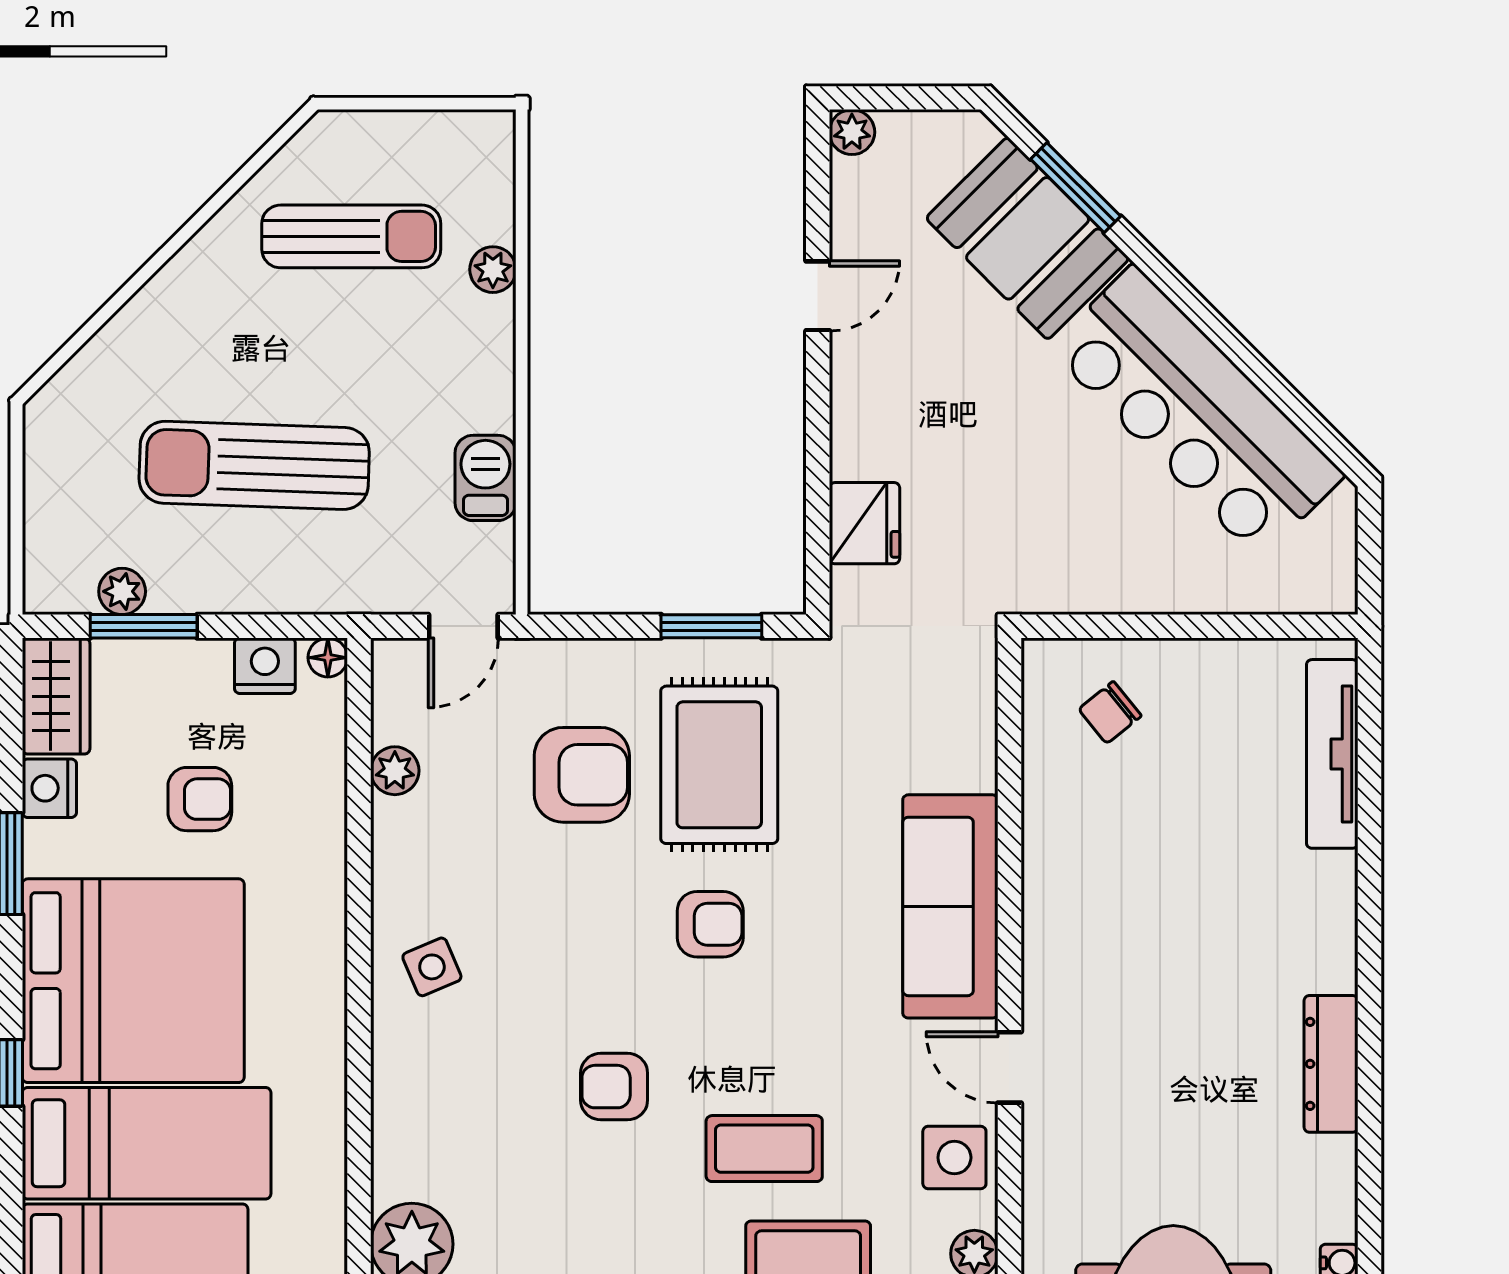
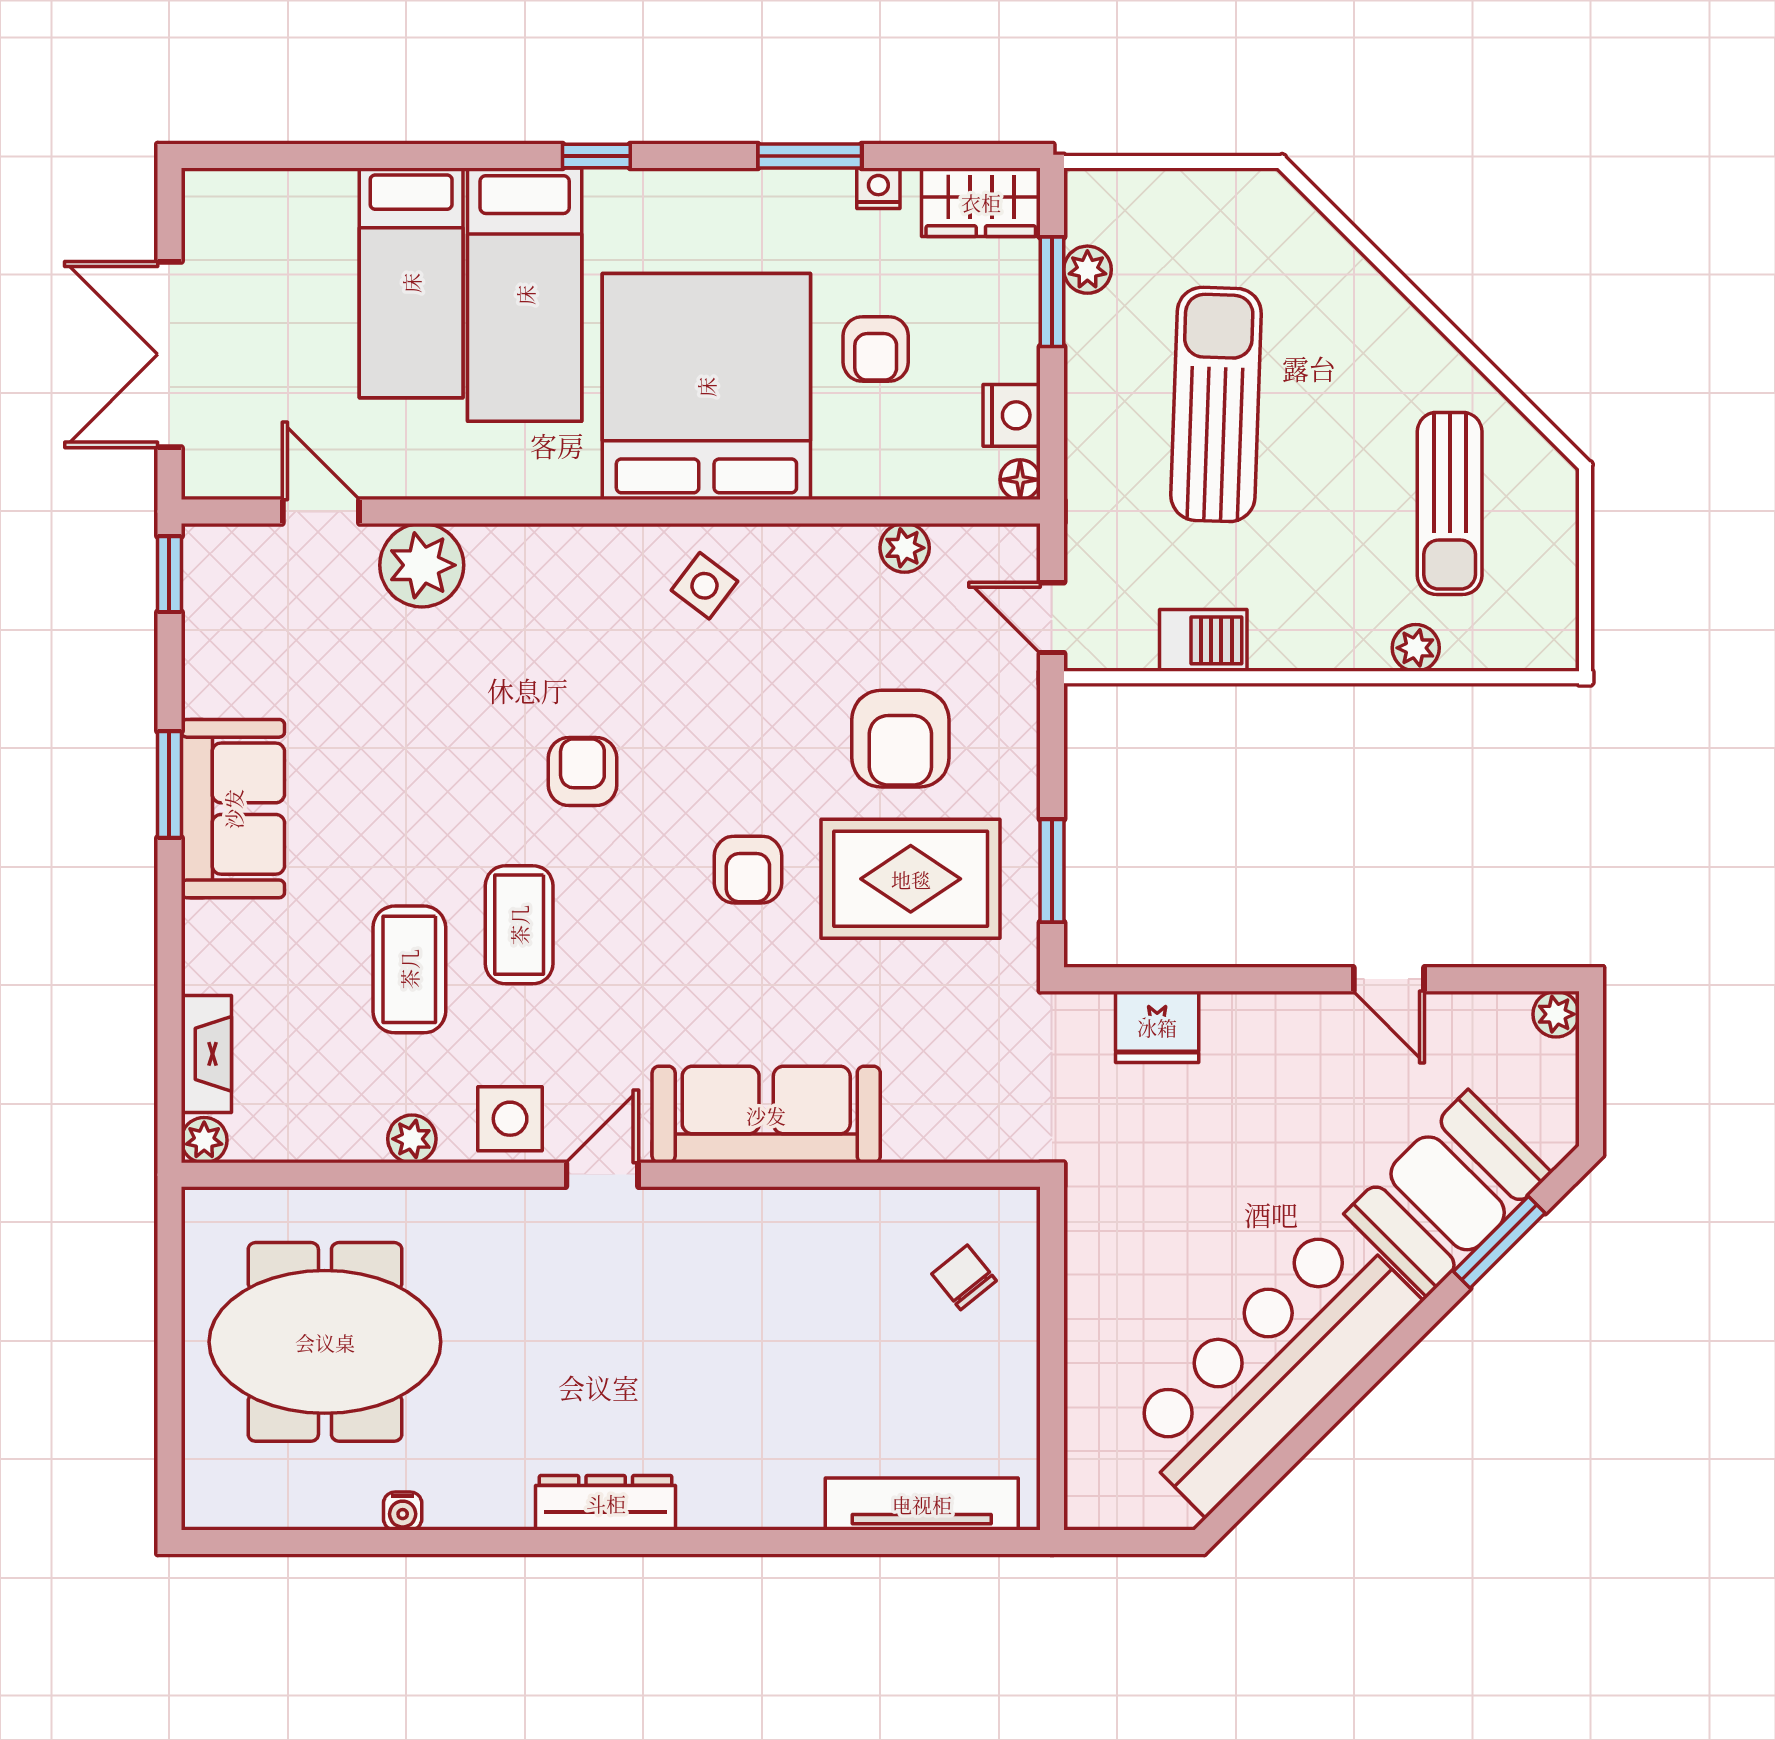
nightstand: (49, 788) -> (878, 188), width x0.72, depth x0.74
side table: (432, 967) -> (705, 586), turned -30
bed: (133, 981) -> (706, 387), moved, turned 180

